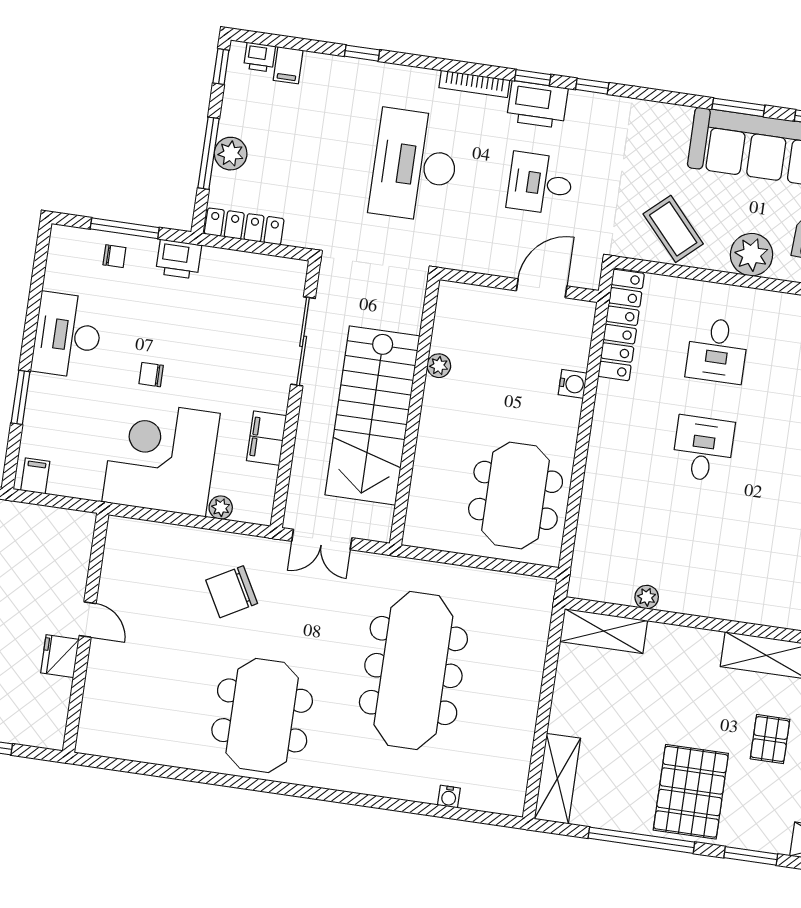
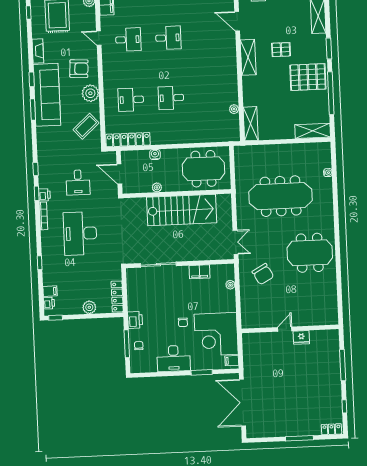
printer: (537, 105) -> (44, 195), width x0.53, depth x0.68
window: (208, 153) -> (91, 316), removed
desk: (415, 165) -> (80, 233), turned 90
desk: (717, 350) -> (131, 100), turned 180
plant: (439, 366) -> (157, 187), moved
wall: (415, 411) -> (177, 194), moved
stairs: (372, 415) -> (182, 210), moved
corner desk: (161, 458) -> (216, 334), moved

